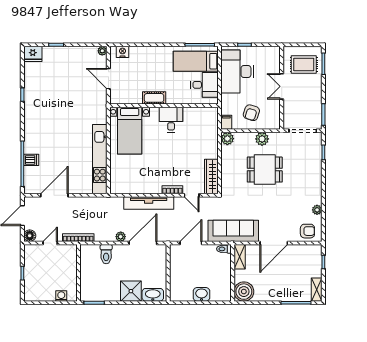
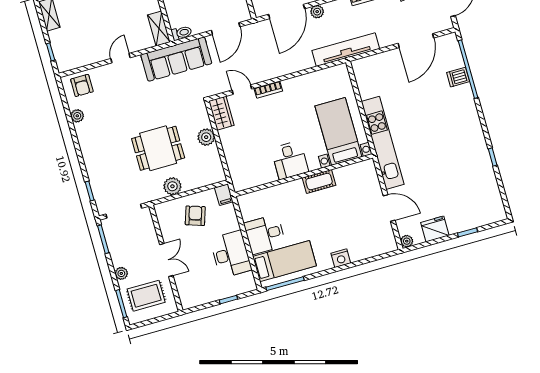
nightstand: (122, 52) -> (341, 258), moved
fridge: (33, 54) -> (435, 229), moved
desk: (237, 72) -> (231, 254), width x0.73, depth x0.77
plant: (317, 86) -> (121, 273), added
cot: (154, 98) -> (319, 181), moved
wall: (164, 106) -> (304, 175), moved
desk: (171, 120) -> (290, 160), moved
bed with nightstands: (130, 131) -> (338, 131), moved
plant: (227, 139) -> (206, 137), moved
kitchen unit: (100, 159) -> (383, 143), moved
wardrobe: (211, 176) -> (221, 113), width x0.67
tv unit: (149, 203) -> (346, 50), moved
armchair: (307, 231) -> (82, 85), turned -90
door: (274, 243) -> (120, 58), width x0.53

